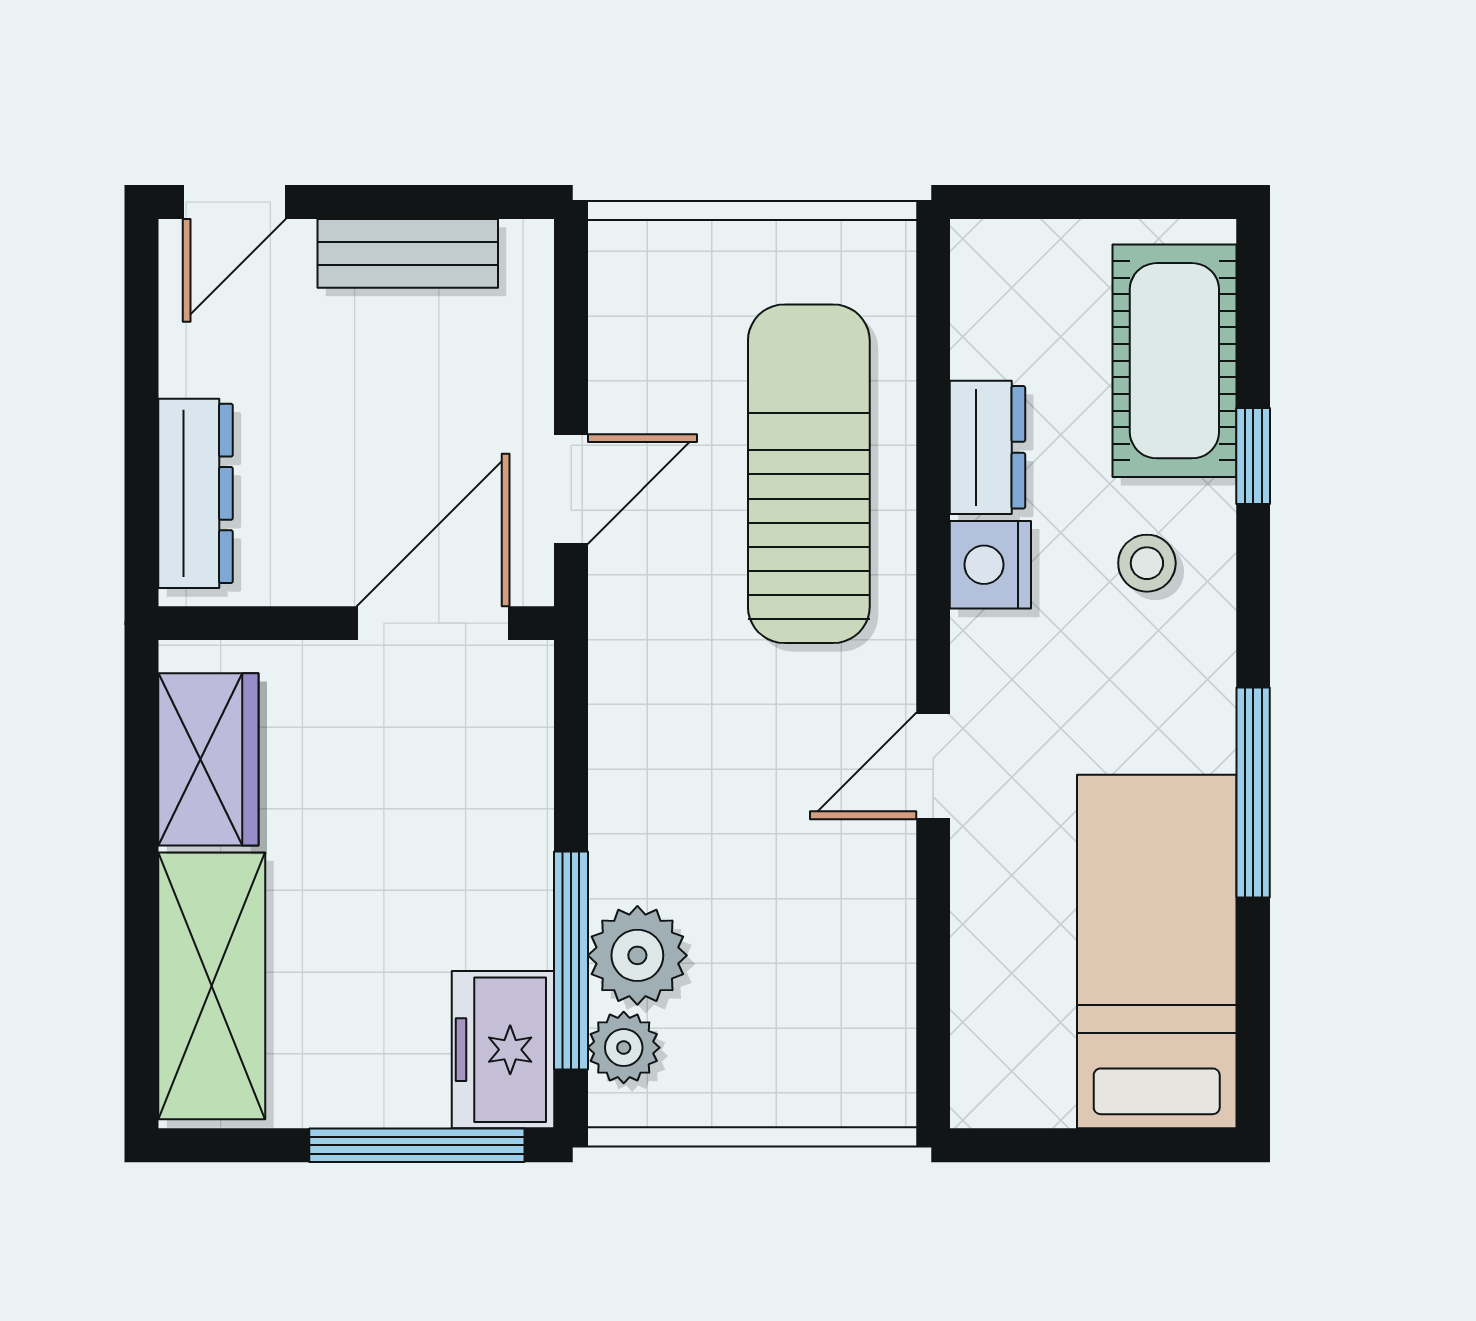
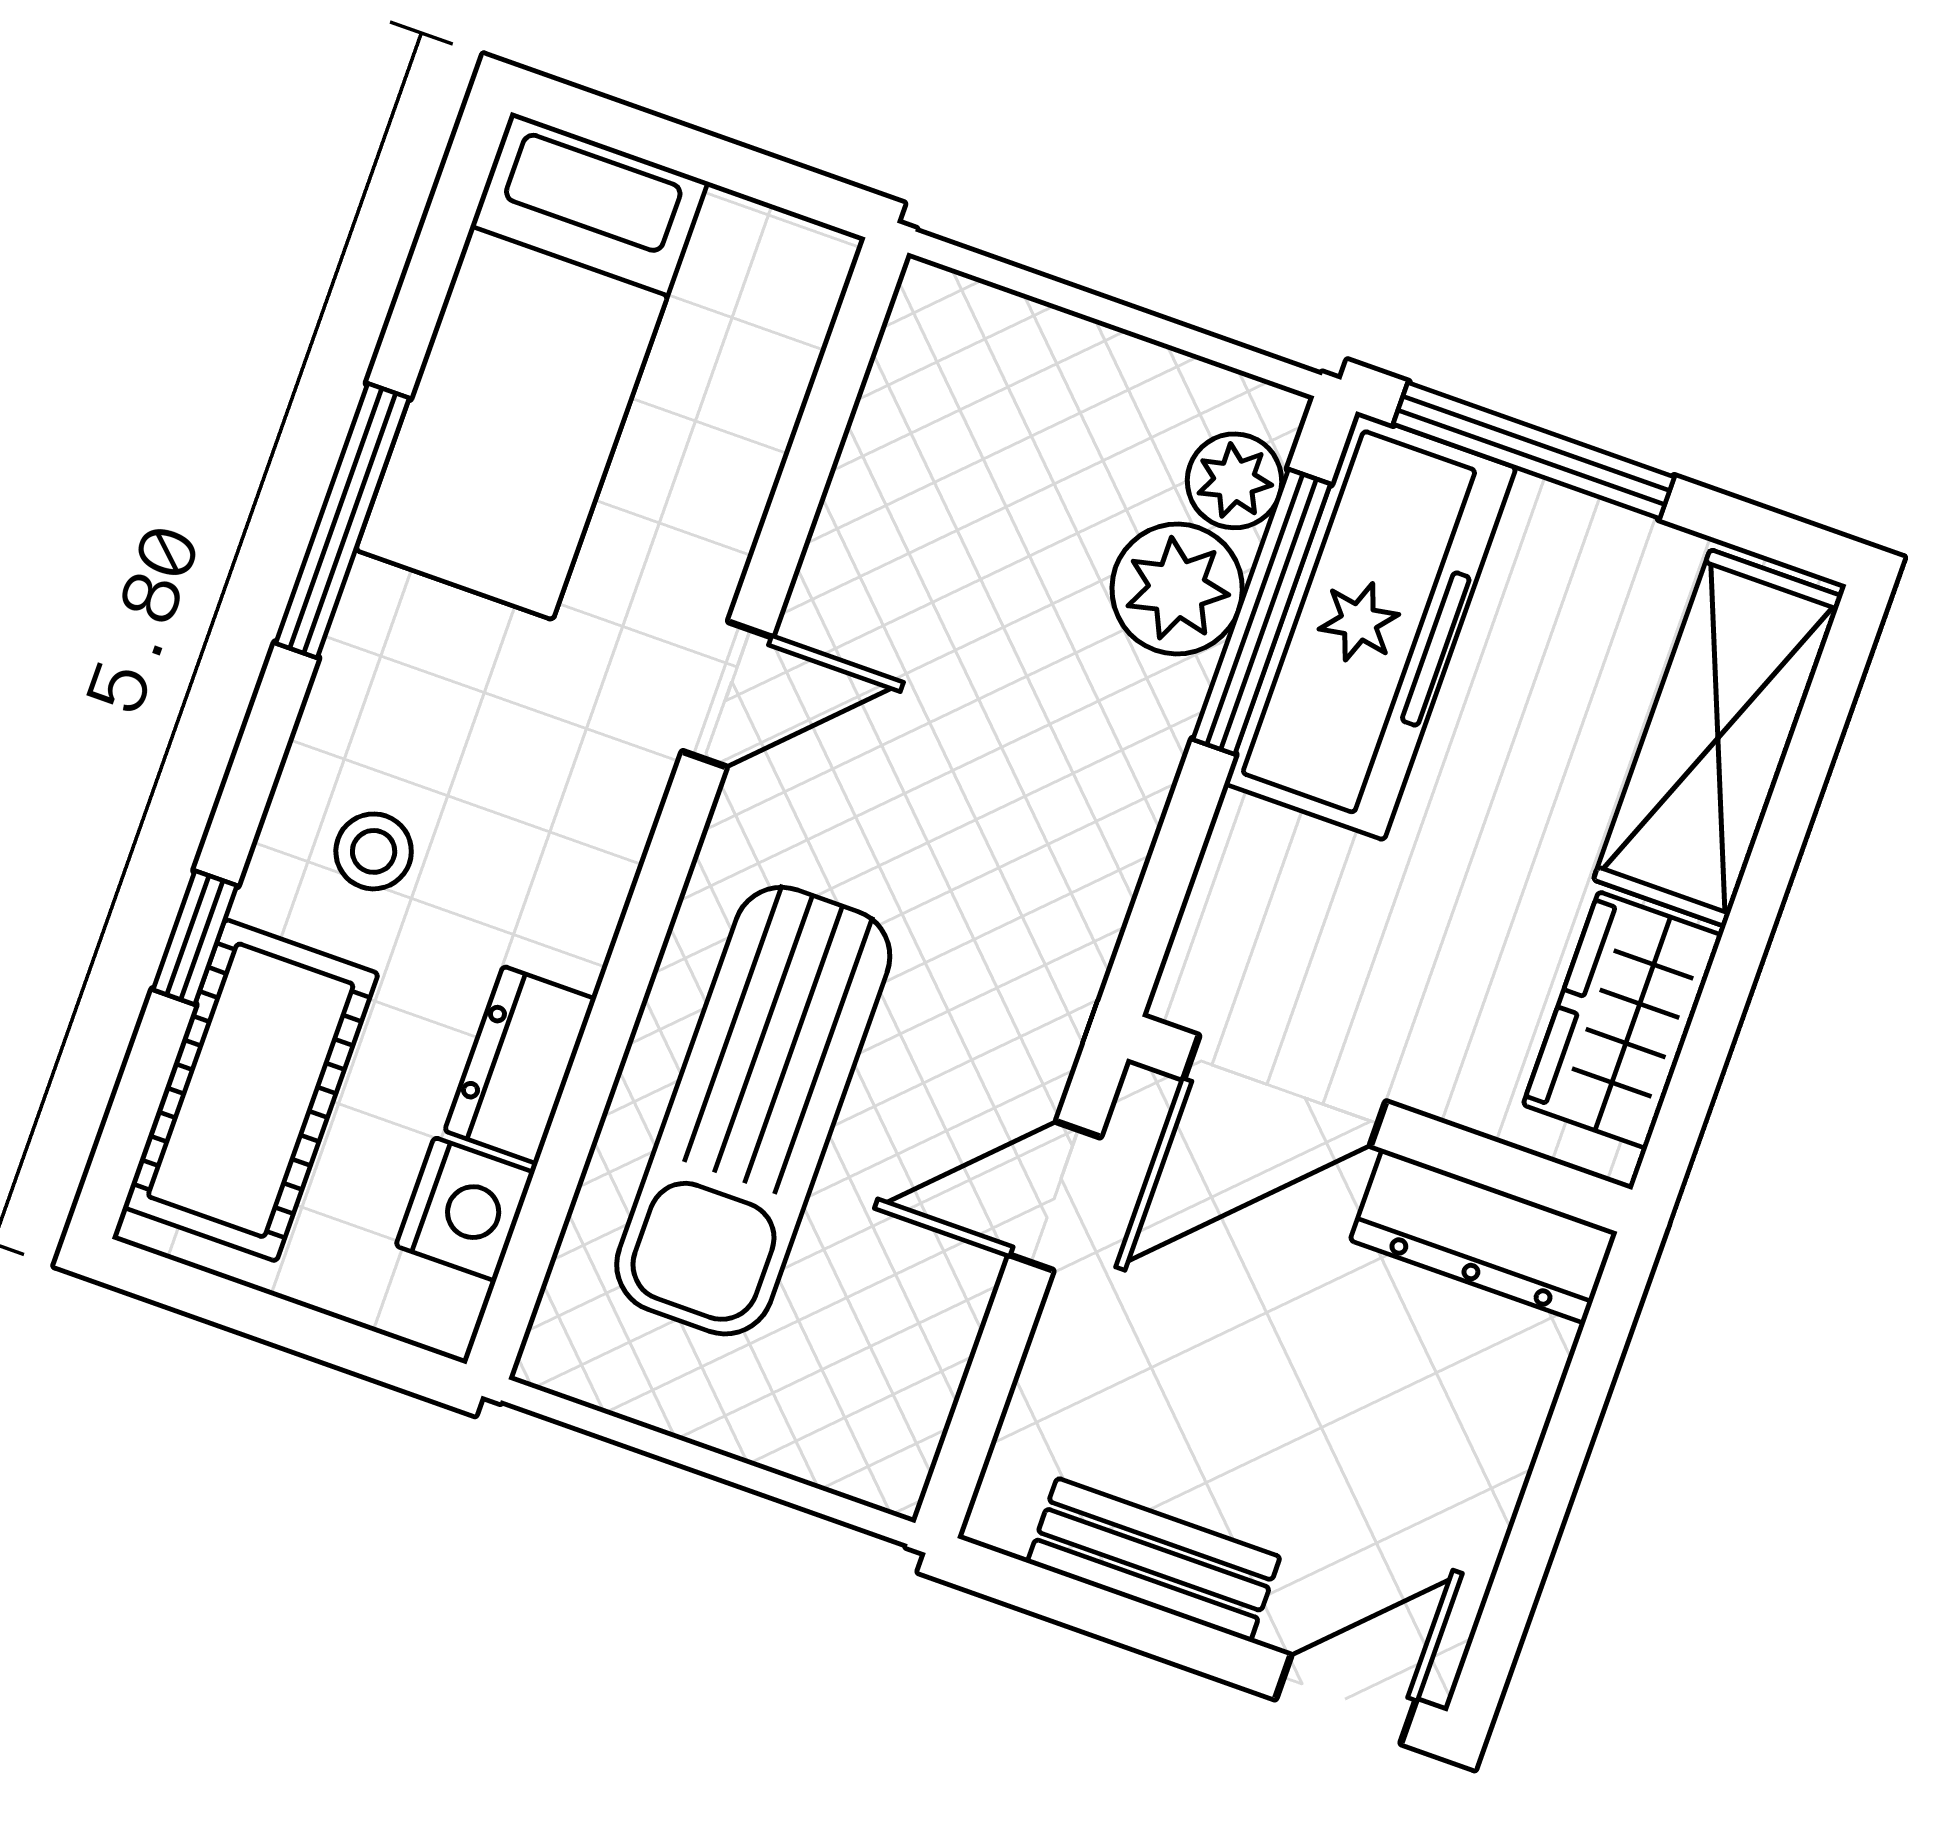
dresser: (195, 493) -> (1484, 1236), moved, turned -90
nightstand: (990, 565) -> (465, 1209), moved
freezer: (503, 1050) -> (1370, 626), width x1.91, depth x1.26

